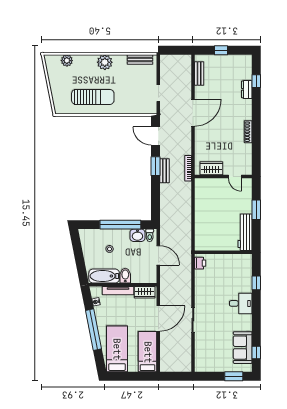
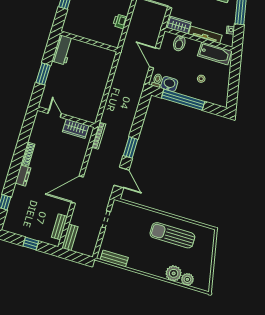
plant: (105, 62) -> (174, 273), moved
dresser: (247, 89) -> (23, 176), moved
bench: (165, 171) -> (70, 237), moved
workbench: (245, 232) -> (63, 50), width x0.73
printer: (200, 263) -> (120, 21), moved
bidet: (125, 276) -> (179, 43), moved

